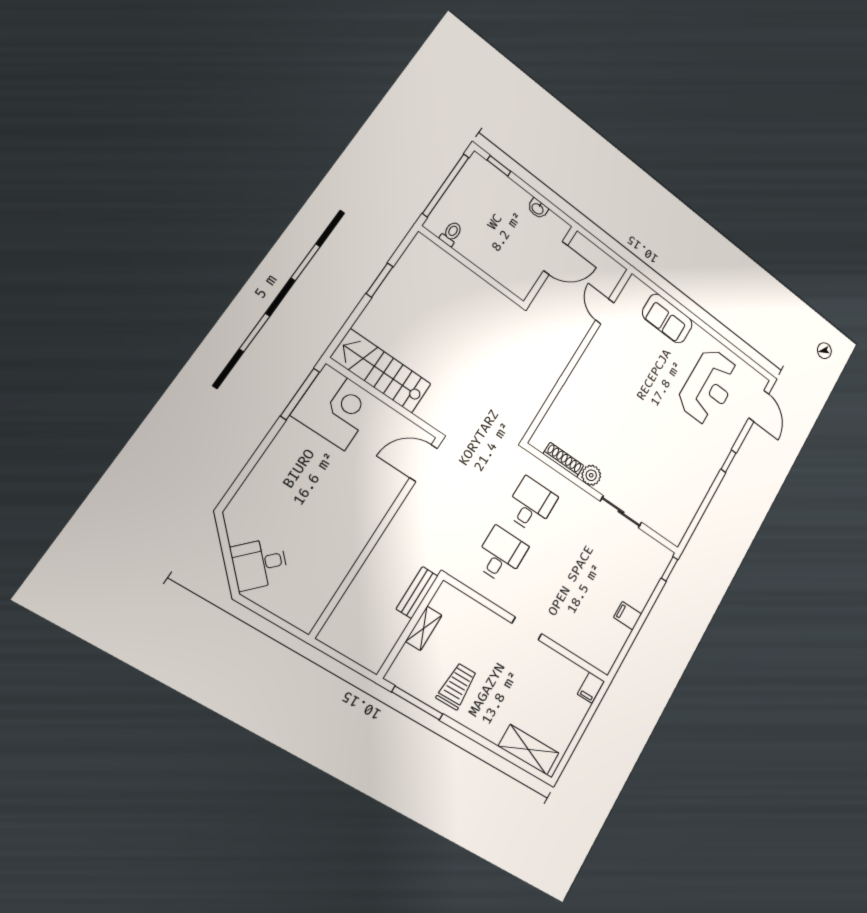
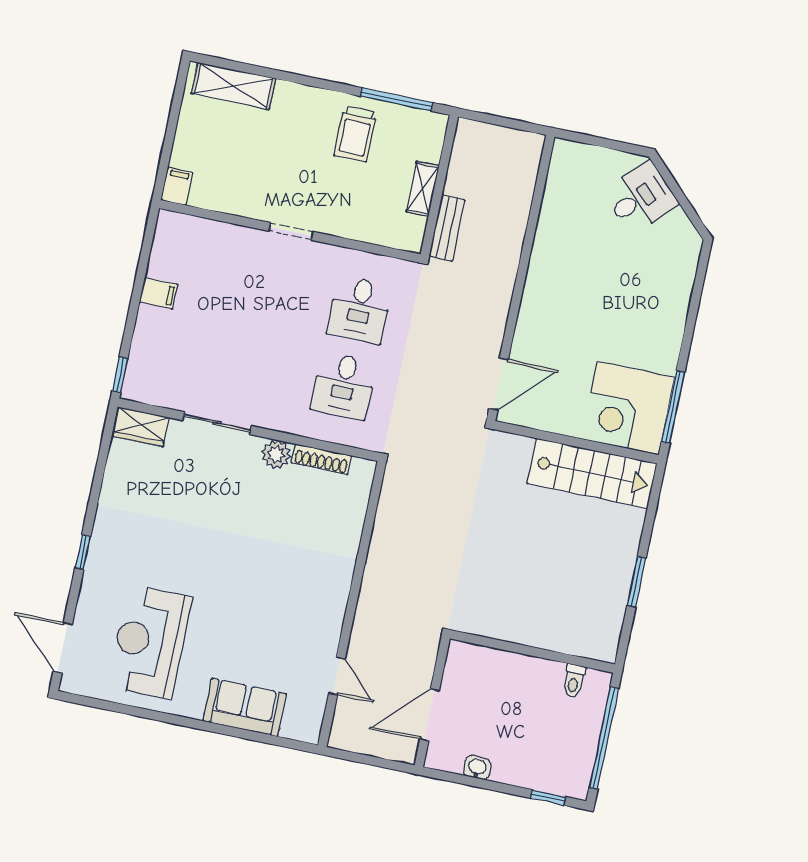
wardrobe: (668, 529) -> (141, 427), added

